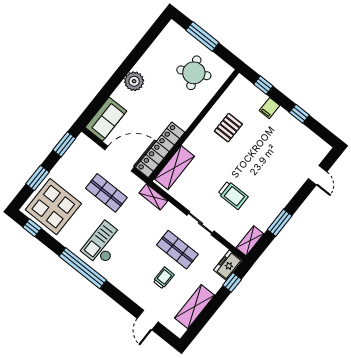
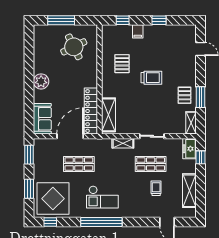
trolley: (233, 195) -> (151, 78), moved
shelving: (153, 197) -> (123, 143), moved
pallet: (265, 208) -> (185, 95), added
checkout: (103, 244) -> (102, 197), turned -90

